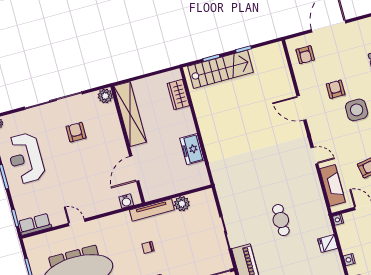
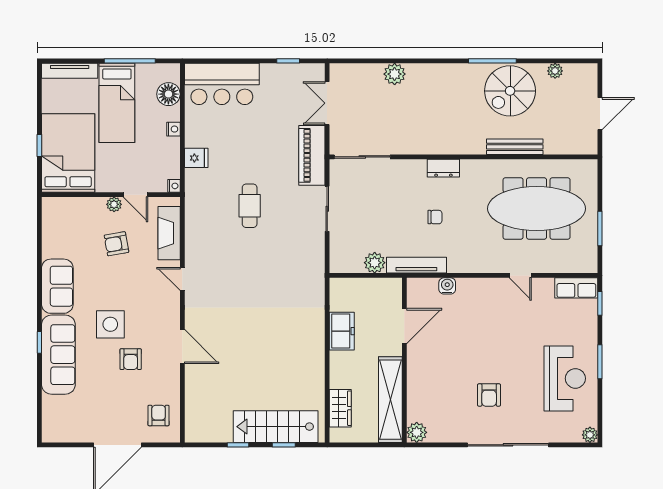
plant: (105, 96) -> (417, 432), moved
shelving: (130, 114) -> (390, 400), moved
wall: (128, 145) -> (404, 360), moved
door: (134, 169) -> (404, 326), moved

